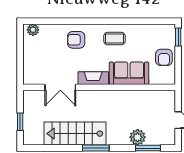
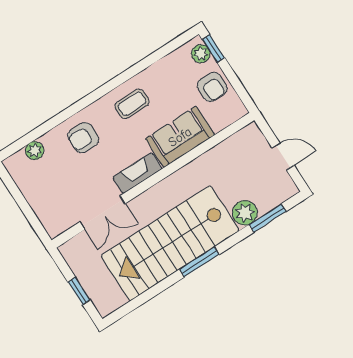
plant: (33, 30) -> (35, 151), moved
plant: (169, 35) -> (201, 54), added
stairs: (75, 134) -> (170, 243), width x1.36, depth x1.51

